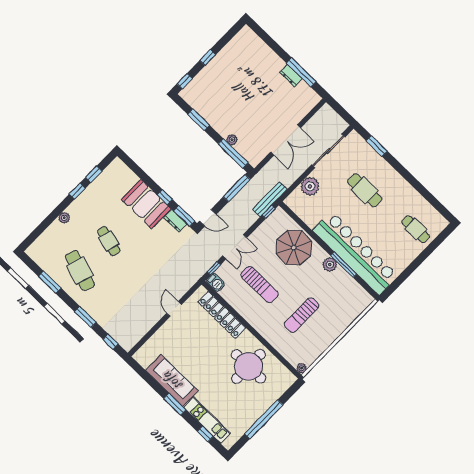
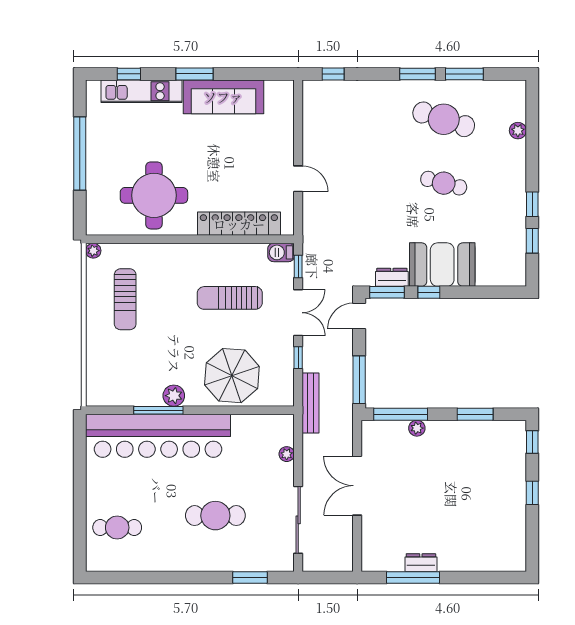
plant: (310, 186) -> (287, 454), width x0.53, depth x0.53
window: (269, 212) -> (298, 358), moved
plant: (64, 218) -> (518, 131), moved
double door: (235, 247) -> (298, 313), swing flipped
sun lounger: (302, 315) -> (125, 299), moved, turned 180
window: (85, 317) -> (417, 74), moved

